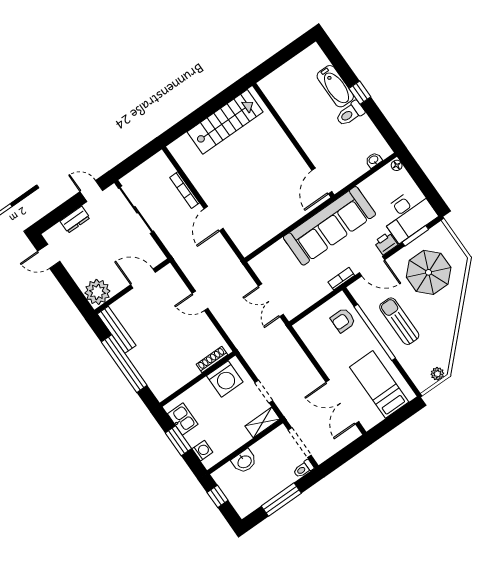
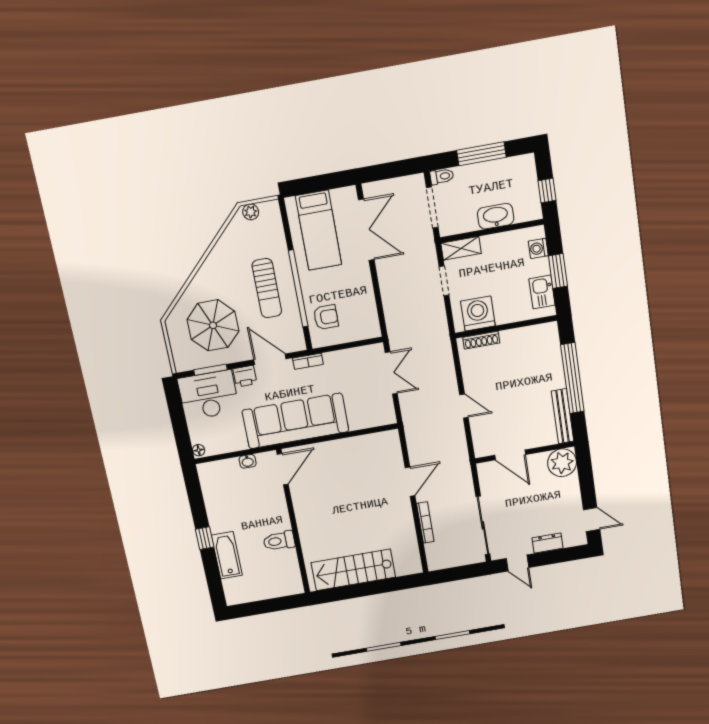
toilet: (350, 114) -> (279, 541), moved, turned 180
washbasin: (374, 160) -> (248, 461), moved
washbasin: (244, 461) -> (496, 216), width x1.38

